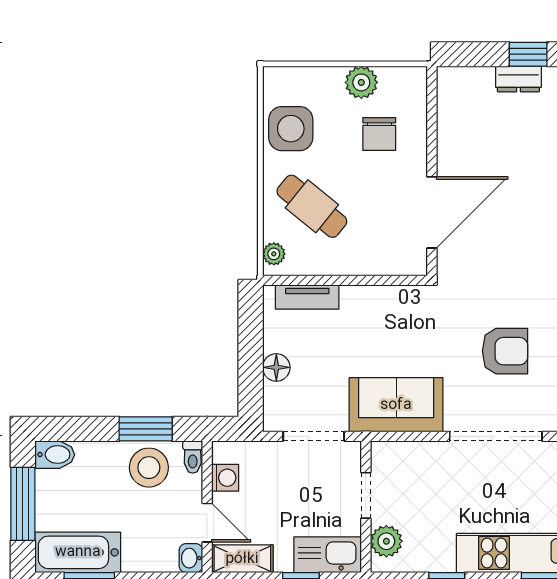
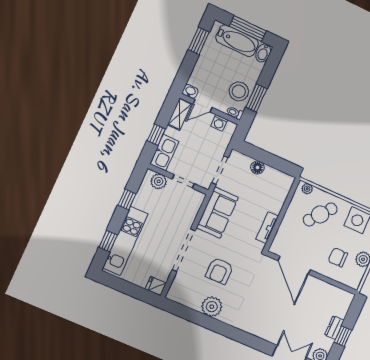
tv unit: (307, 297) -> (267, 228), moved
bathtub: (78, 552) -> (237, 41), moved, turned 90

